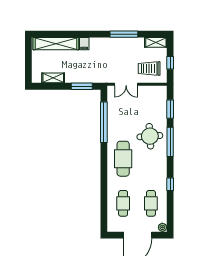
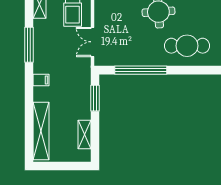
filing cabinet: (84, 44) -> (41, 80), moved
double door: (126, 84) -> (93, 42), swing flipped

